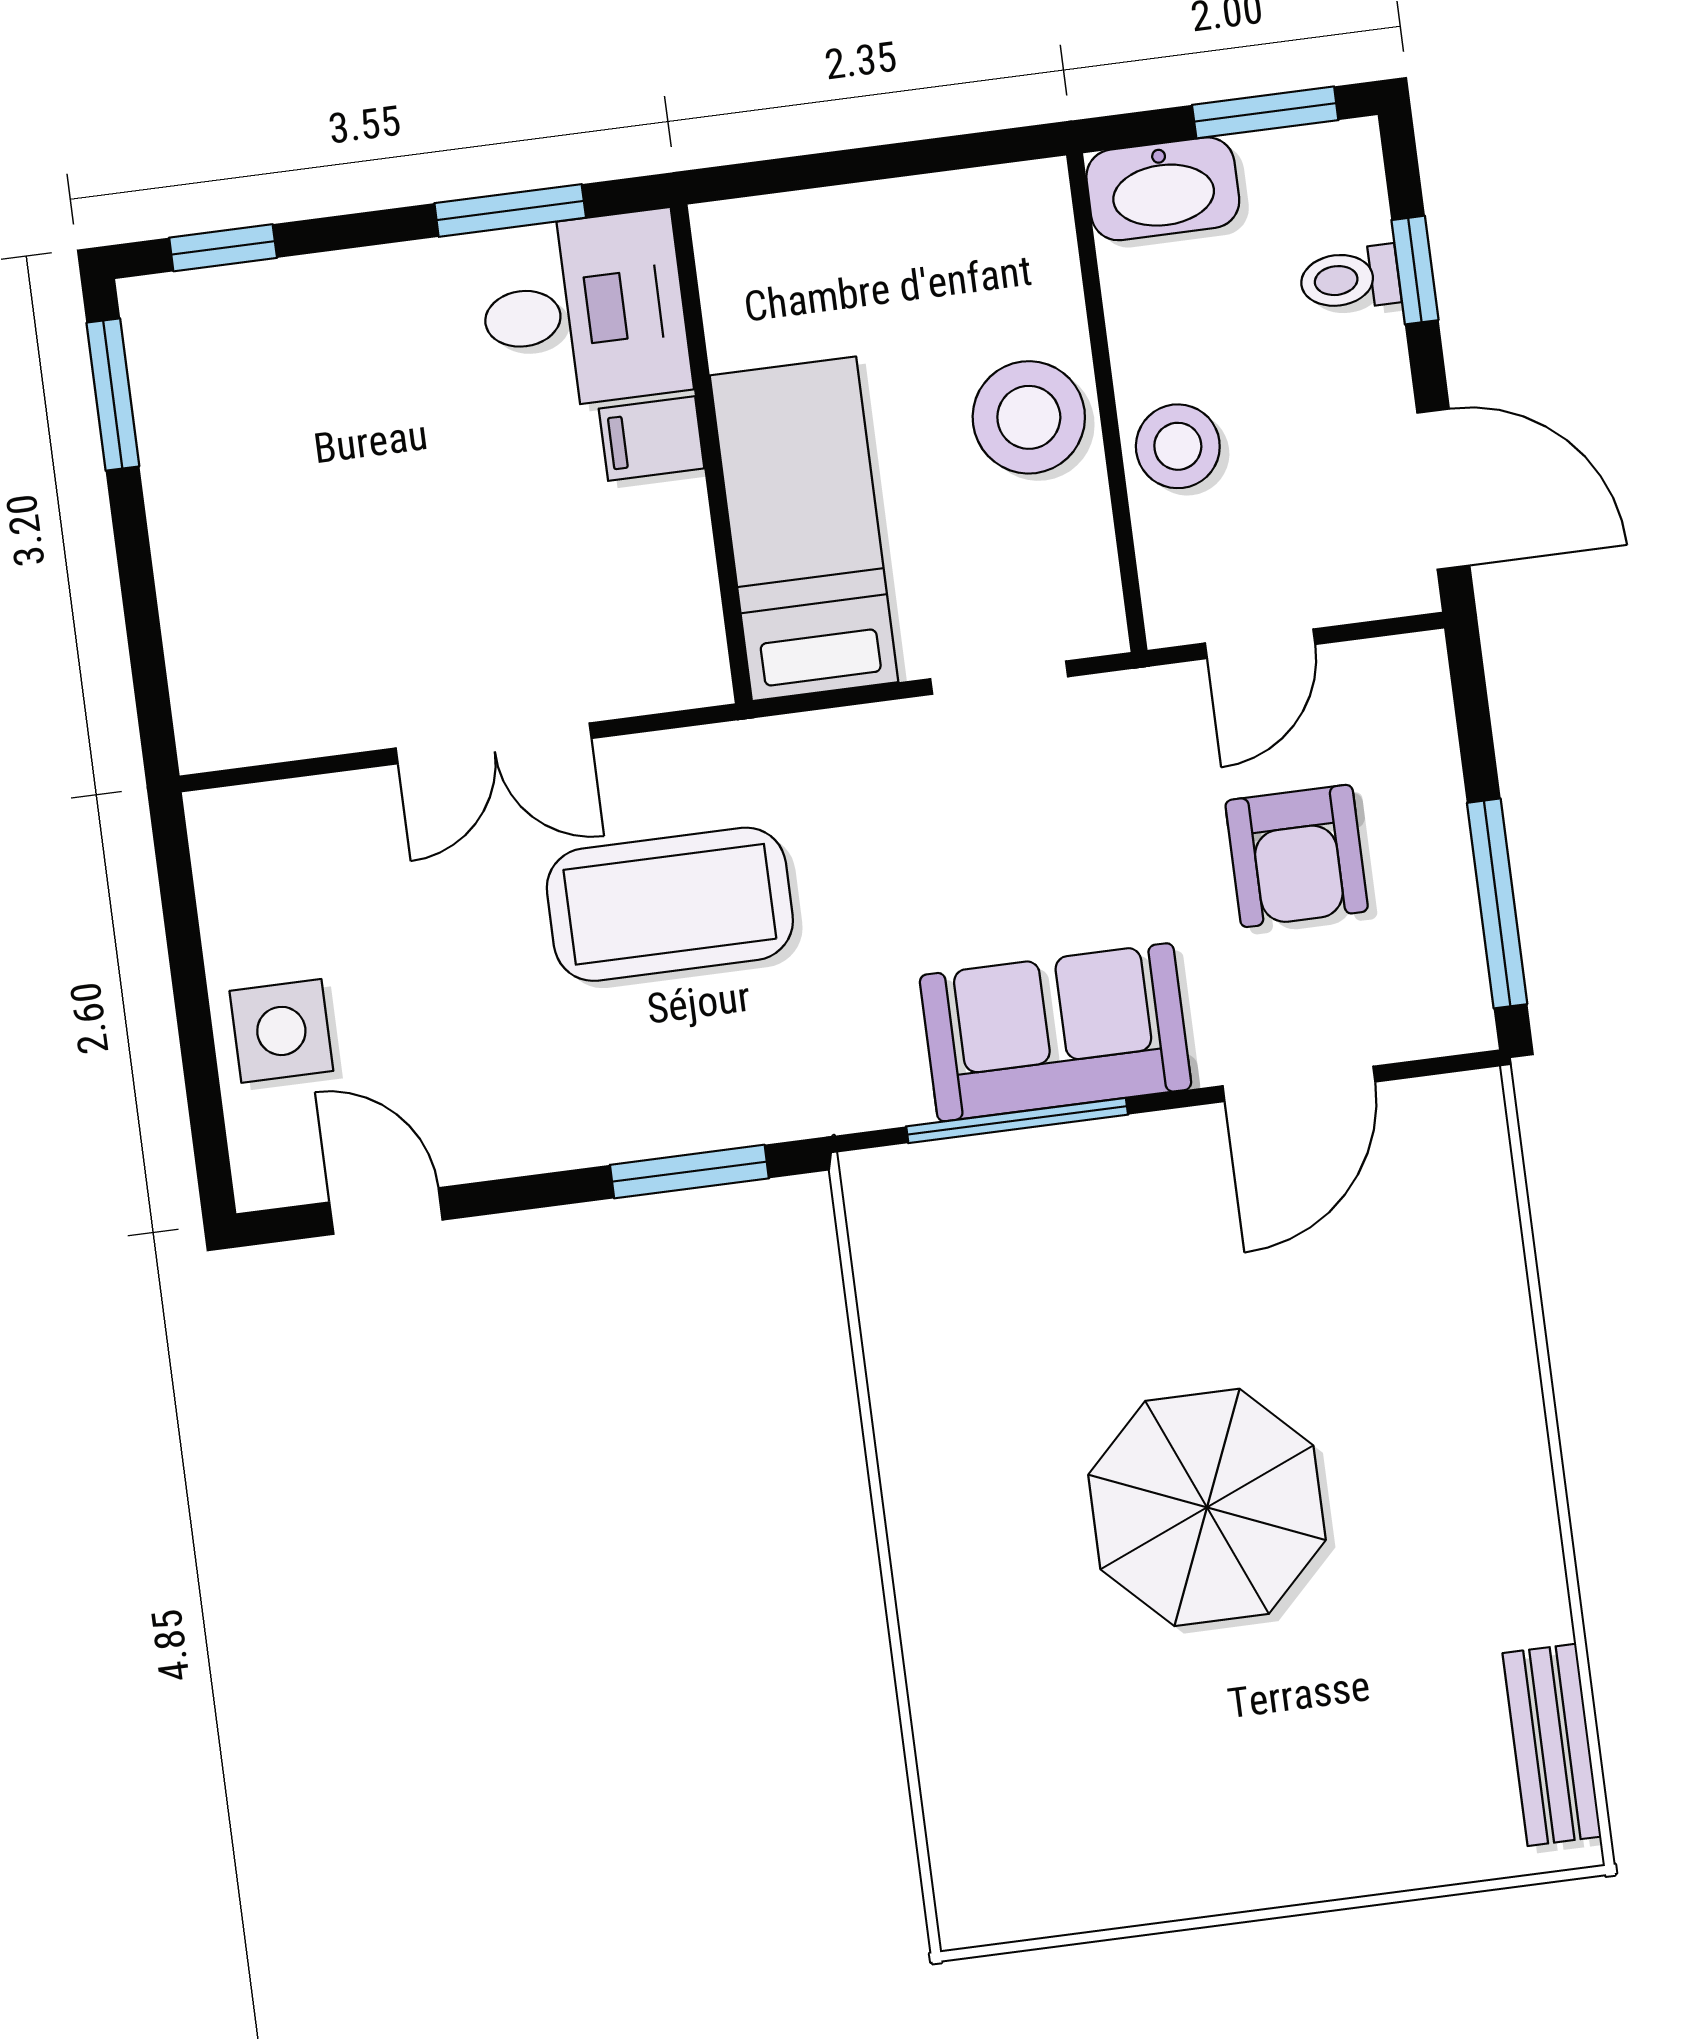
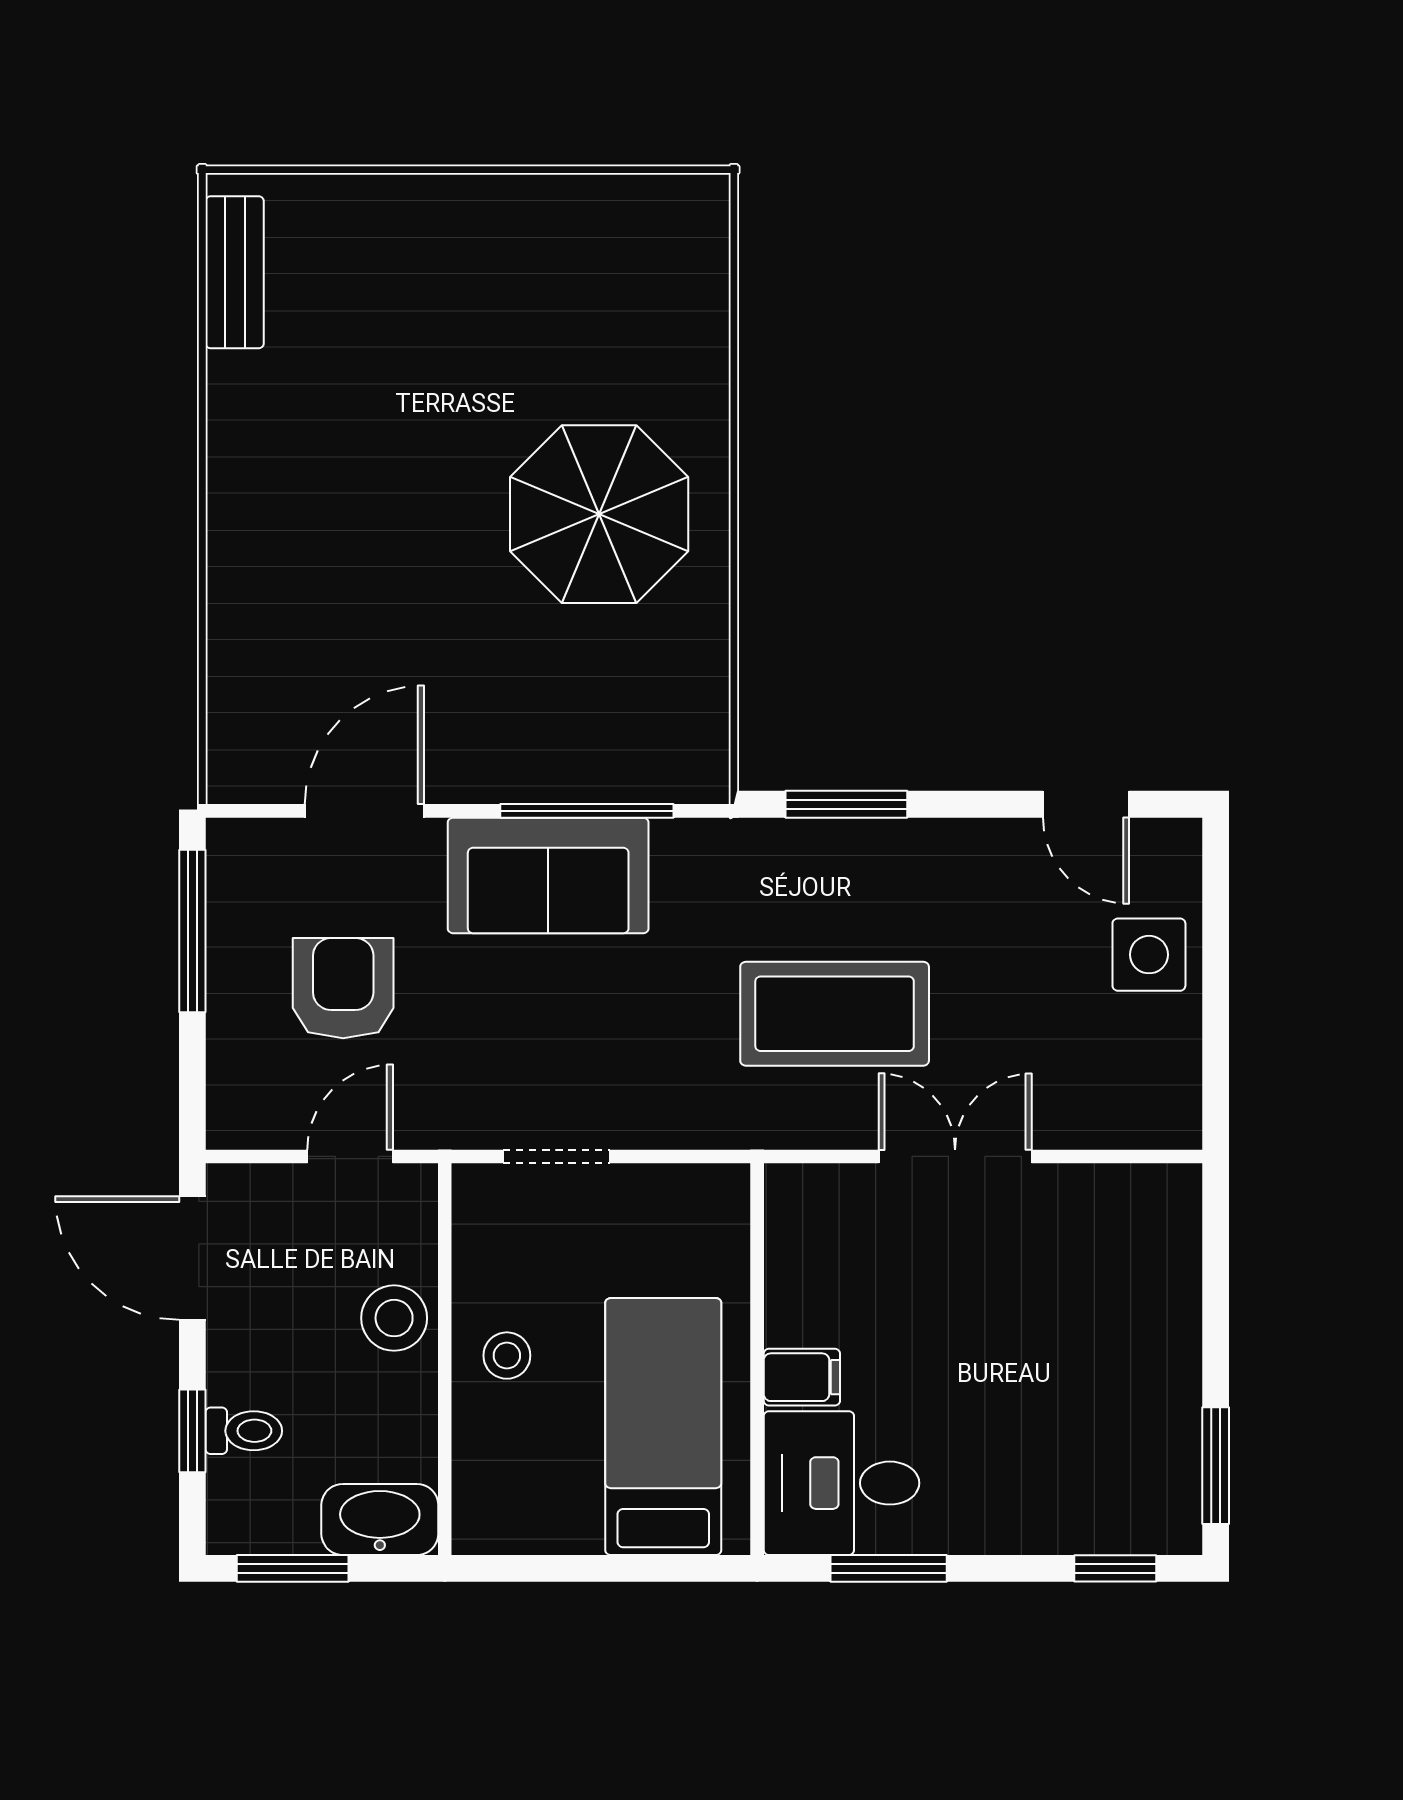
stool: (1029, 417) -> (507, 1356), width x0.53, depth x0.53
bed: (804, 529) -> (663, 1427), moved, turned 180
parasol: (1207, 1507) -> (599, 514), moved

